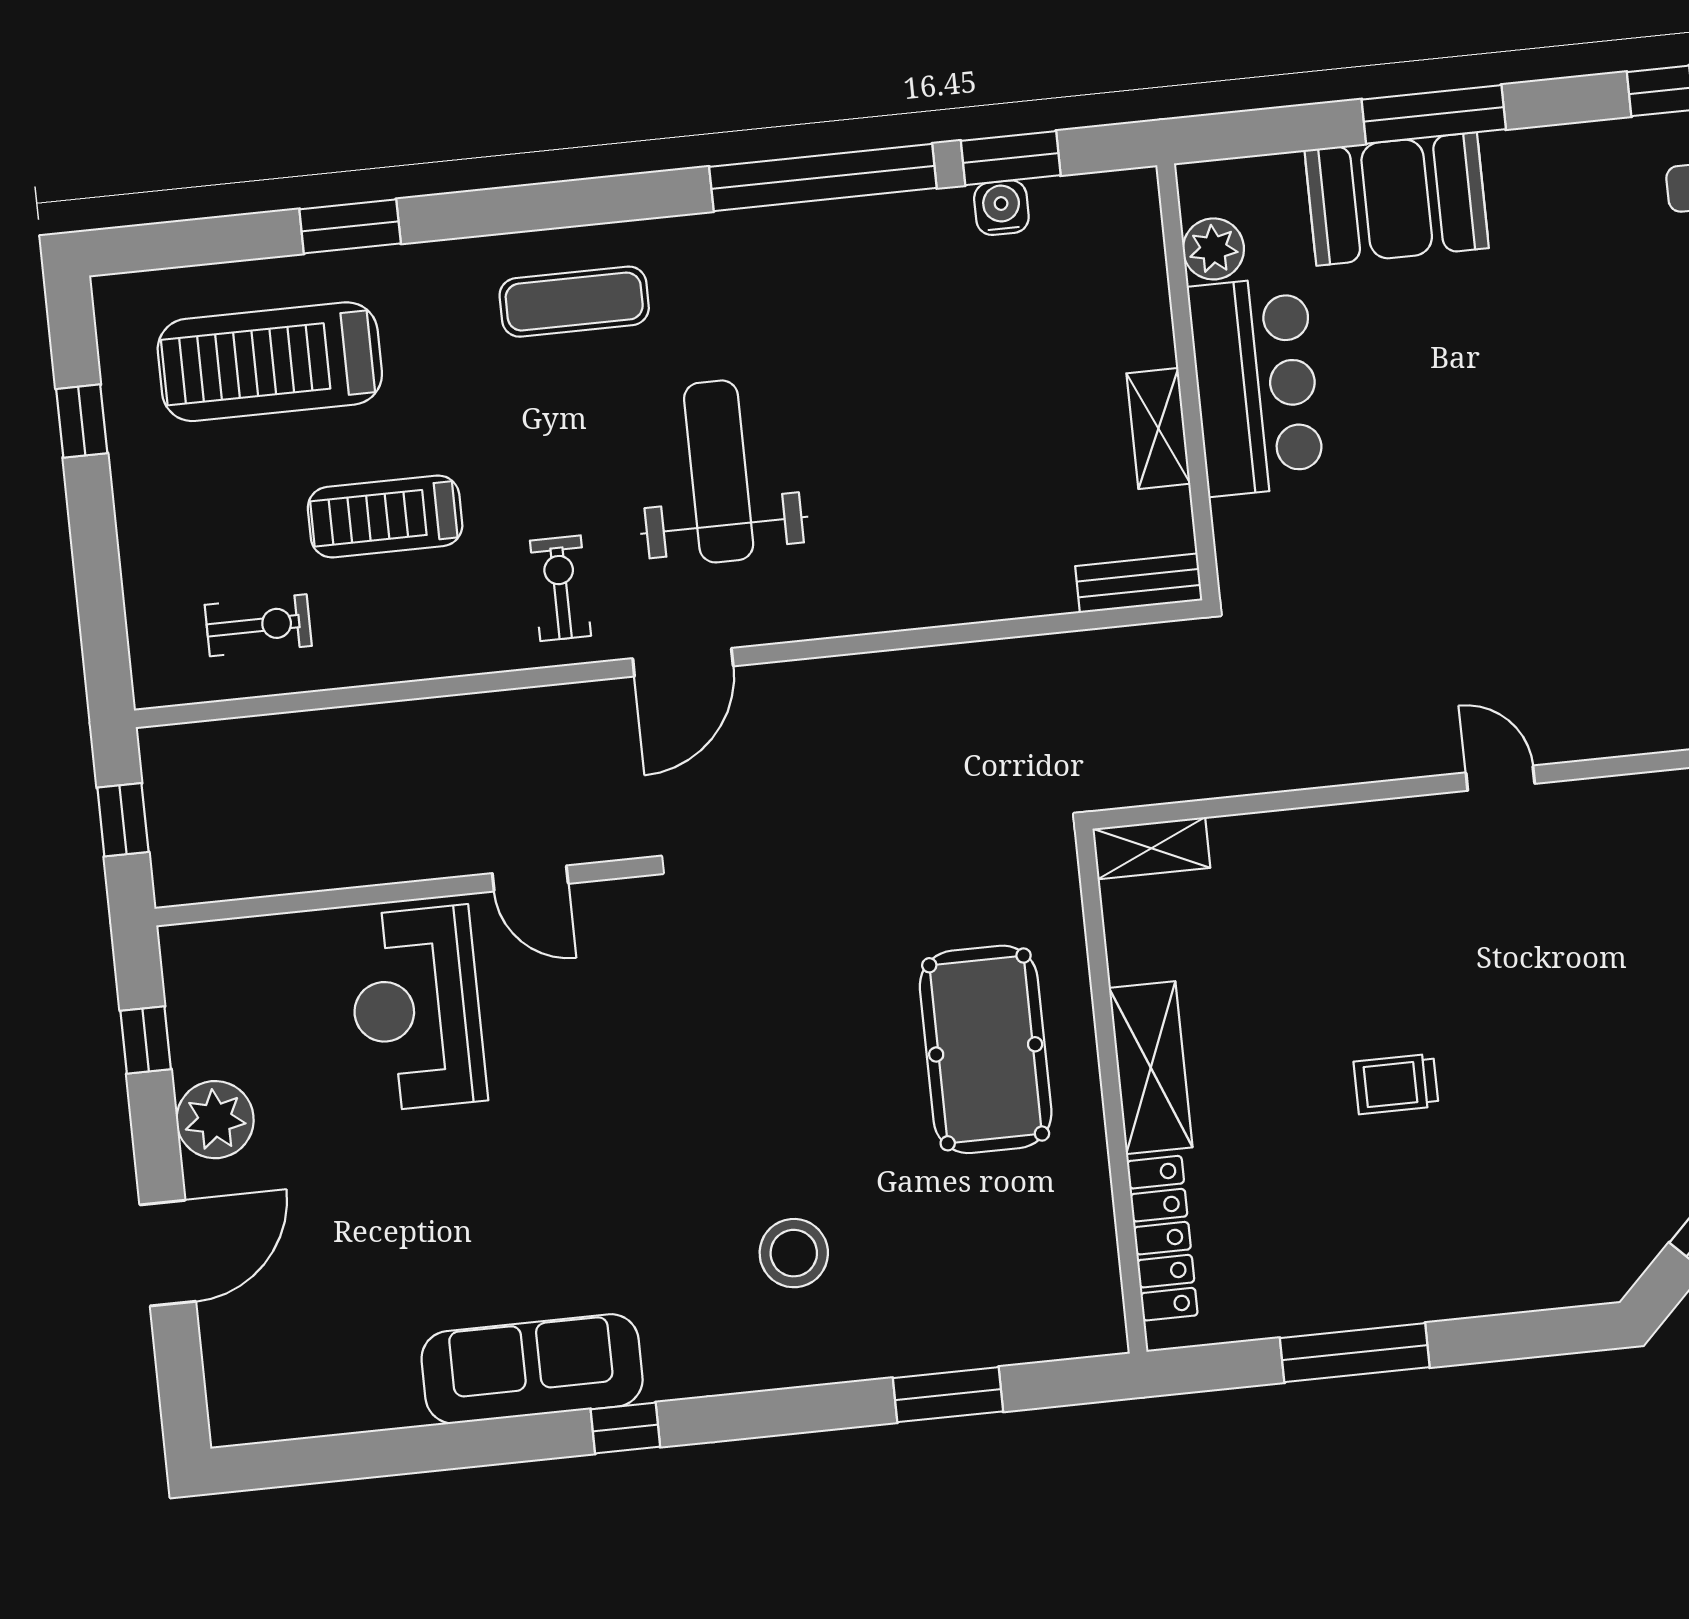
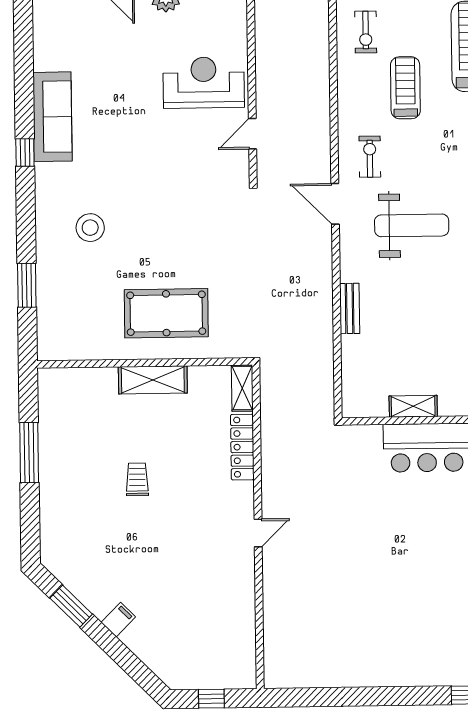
bench: (1139, 583) -> (350, 308), moved
exercise bike: (561, 588) -> (370, 157), turned -90
locker: (1162, 1238) -> (242, 447), moved, turned 90

